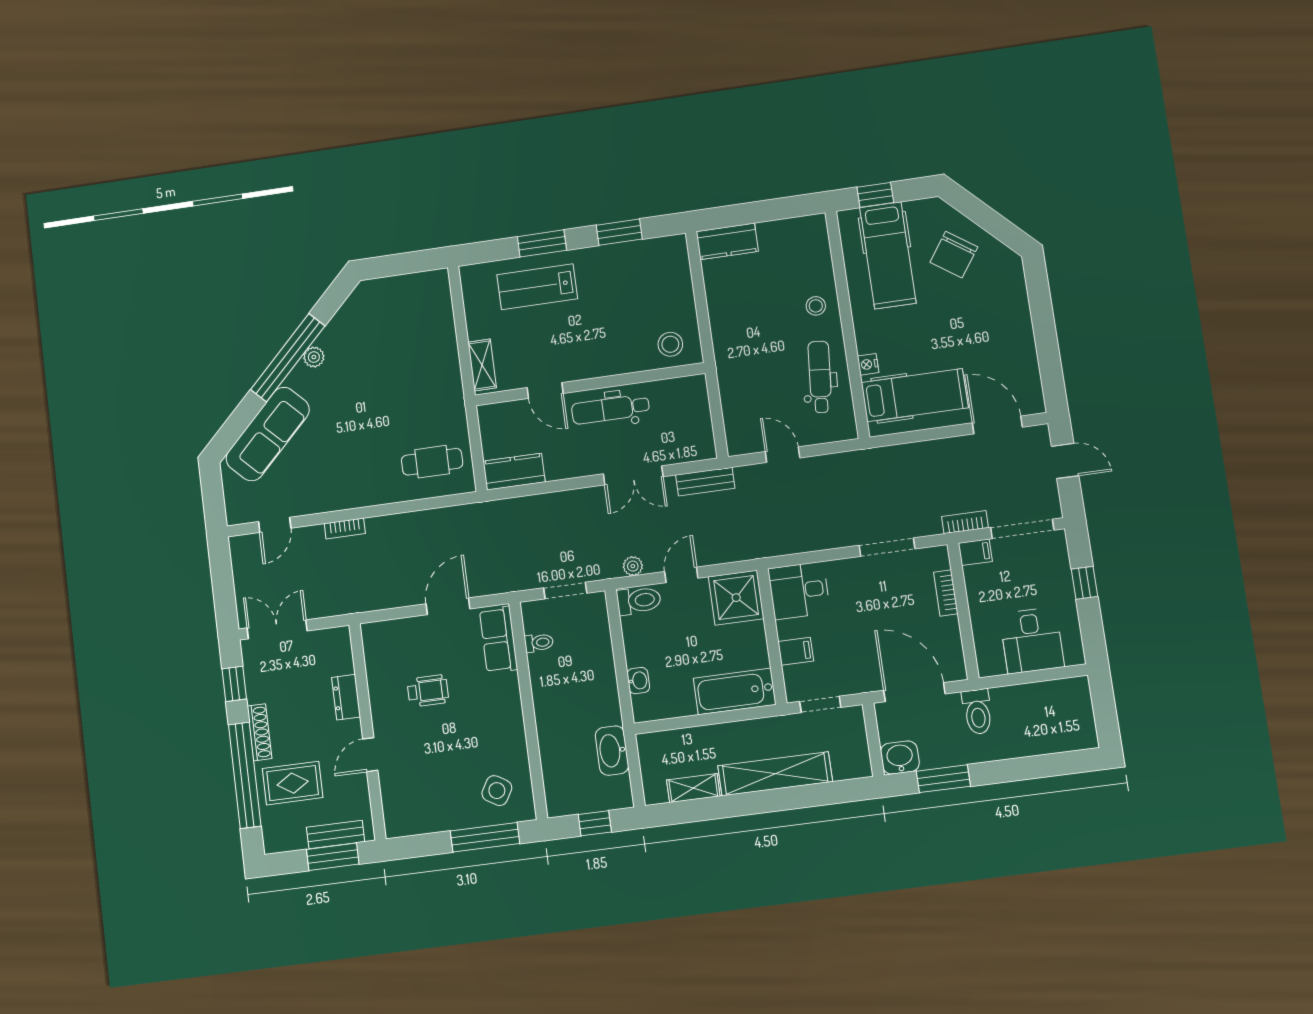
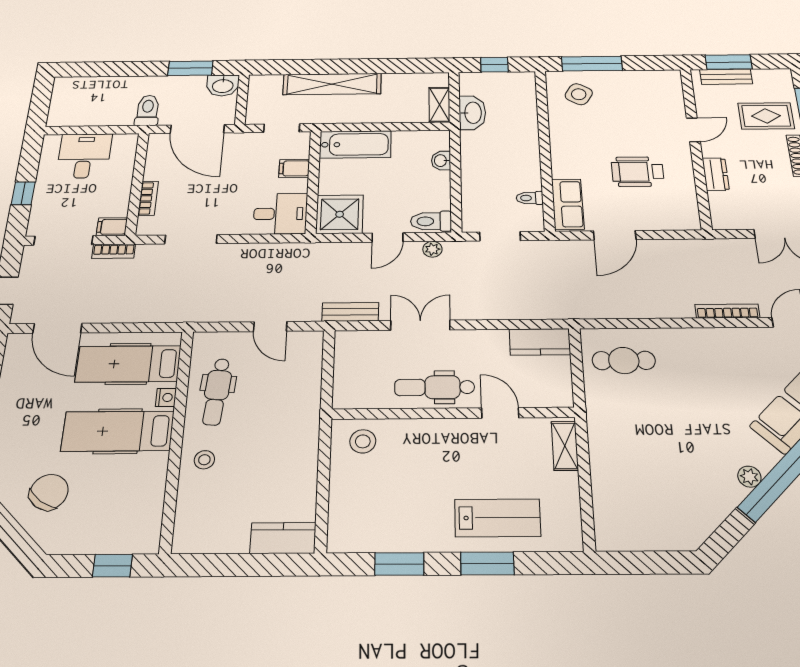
hospital bed: (888, 255) -> (118, 431), moved, turned -90
dental chair: (610, 409) -> (435, 387), turned 180
bookcase: (345, 528) -> (727, 311), width x1.56
wheelchair: (428, 691) -> (638, 172), width x1.36, depth x1.37
shelving: (693, 788) -> (439, 105), moved, turned 90

